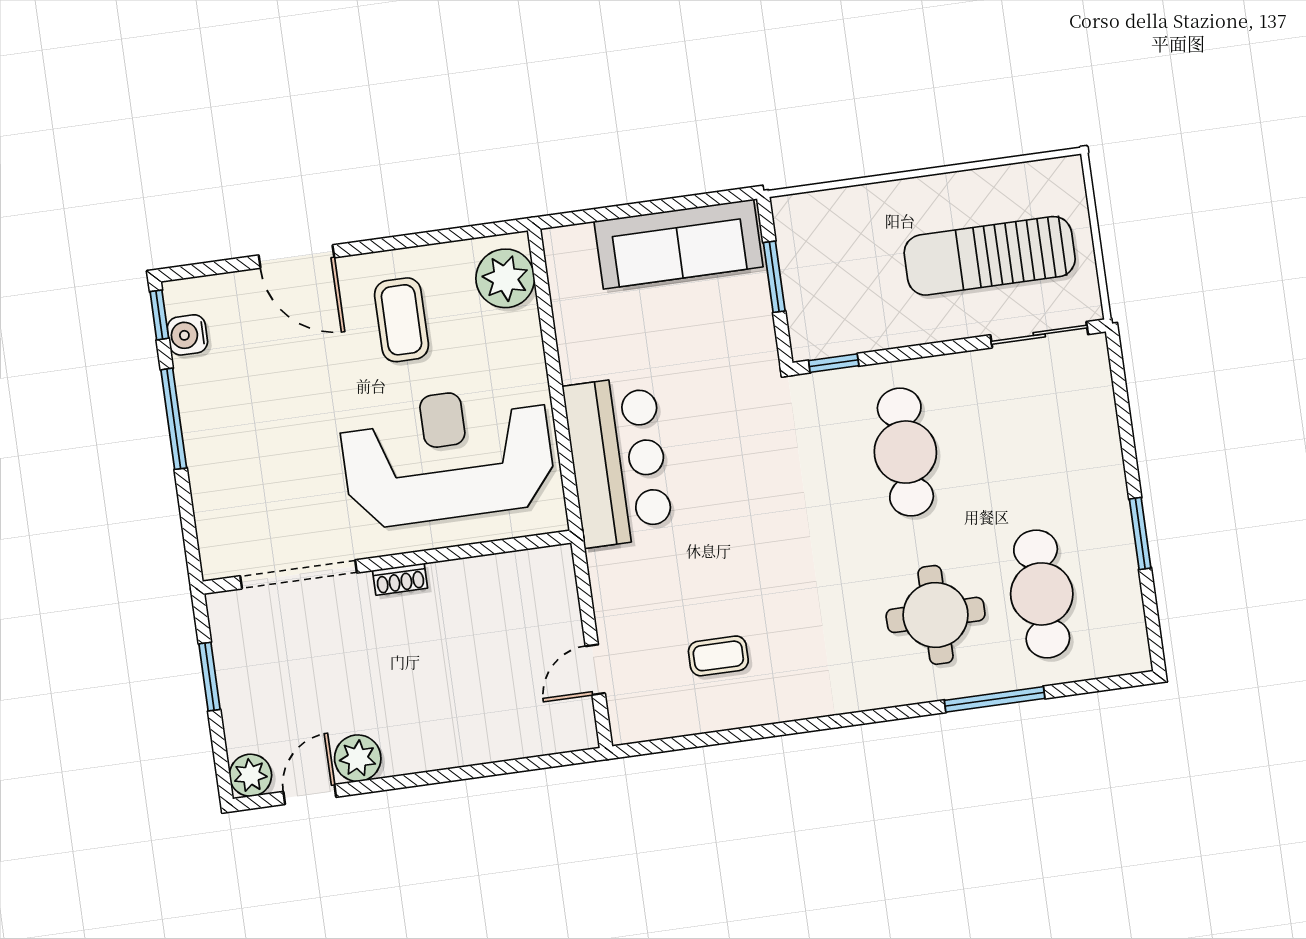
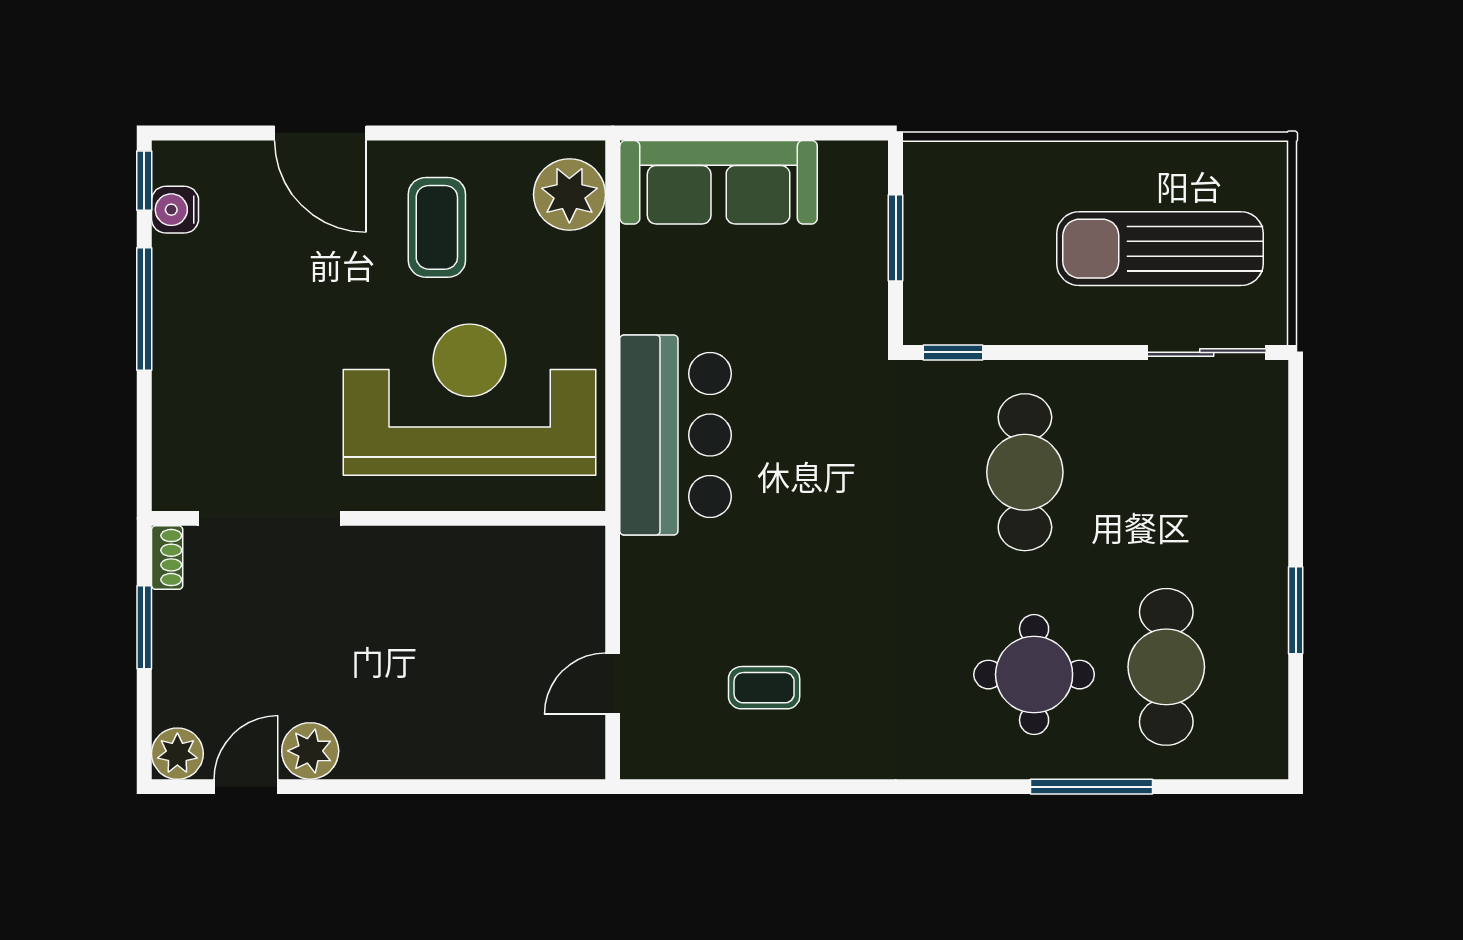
sofa: (679, 244) -> (719, 182), moved
shoe rack: (400, 579) -> (167, 558), moved, turned -90

